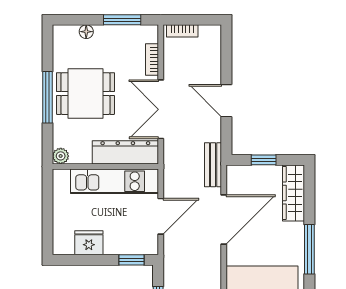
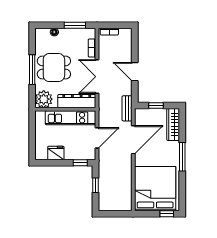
plant: (61, 156) -> (44, 99), width x1.87, depth x1.87

